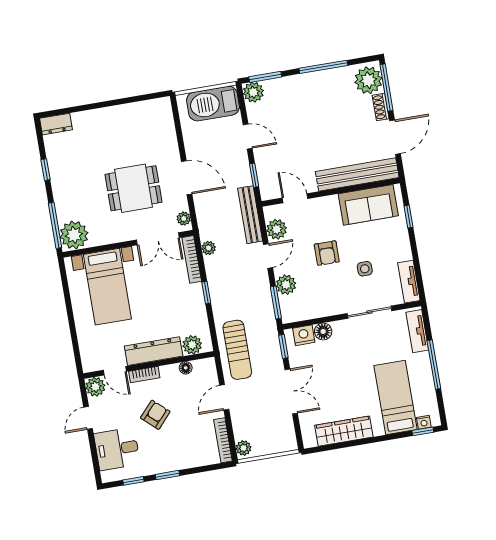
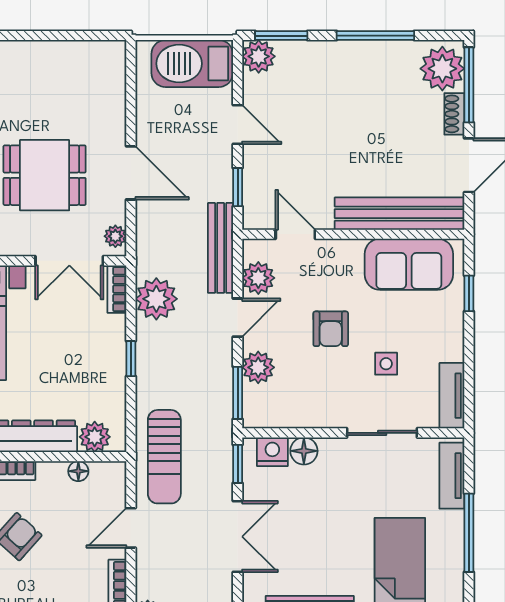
plant: (209, 248) -> (156, 299), width x1.88, depth x1.88
bookcase: (192, 259) -> (117, 289), width x0.64

